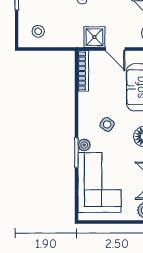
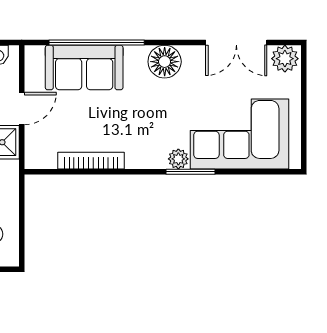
bookcase: (83, 71) -> (91, 161), moved
side table: (107, 124) -> (145, 122), removed

